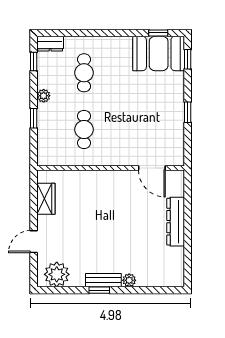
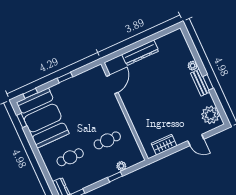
booth: (159, 53) -> (43, 118), width x1.36, depth x1.42
plant: (44, 96) -> (121, 166), moved

